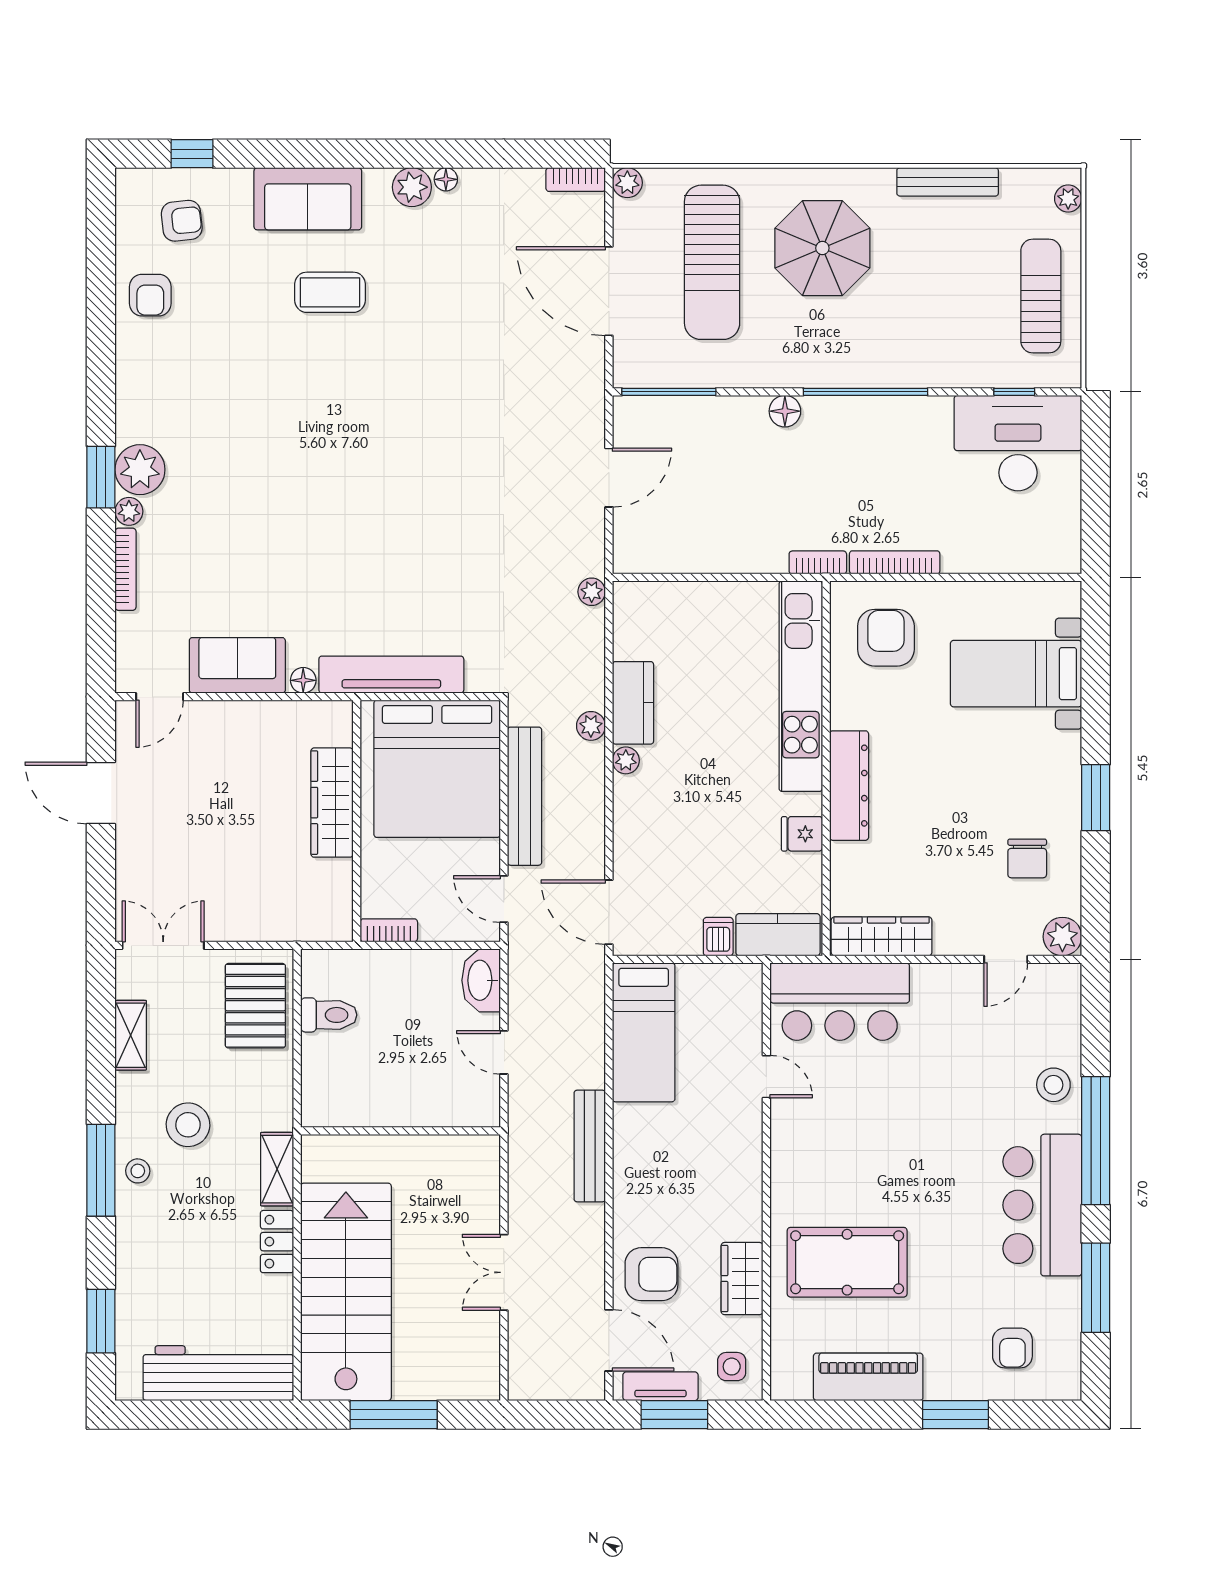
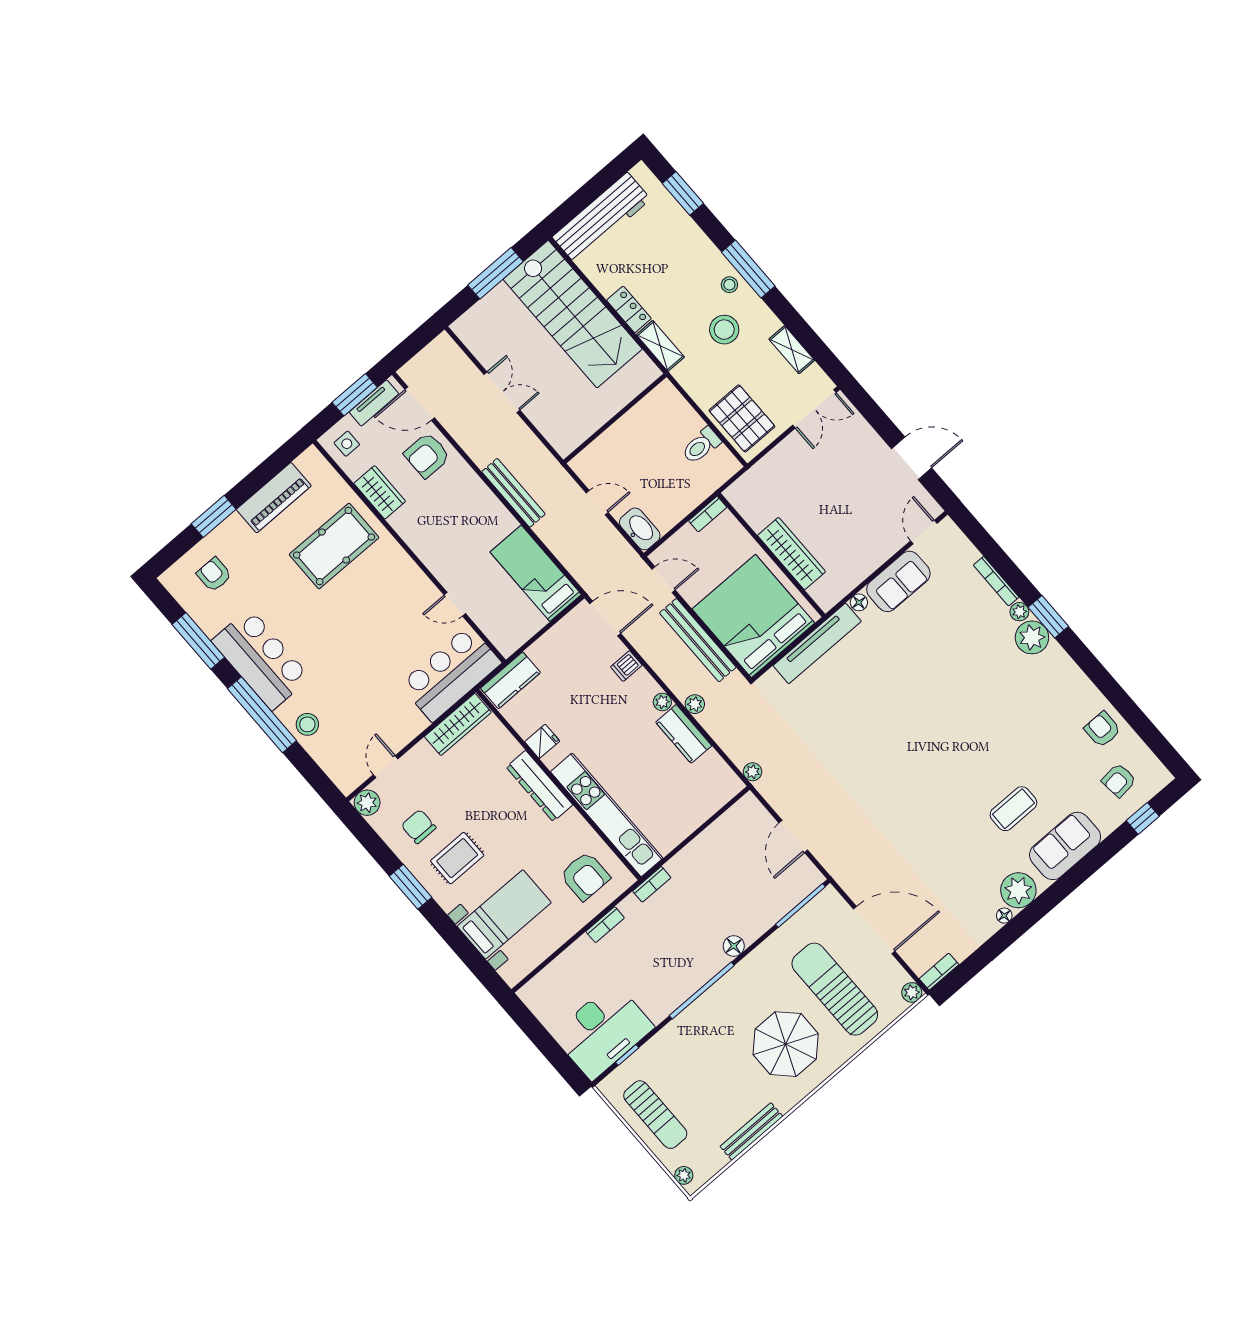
plant: (412, 187) -> (1018, 890), width x1.36, depth x1.36
bookcase: (895, 562) -> (605, 925), width x0.64
rug: (1014, 784) -> (457, 858), added
dishwasher: (718, 937) -> (626, 666), moved, turned 90

